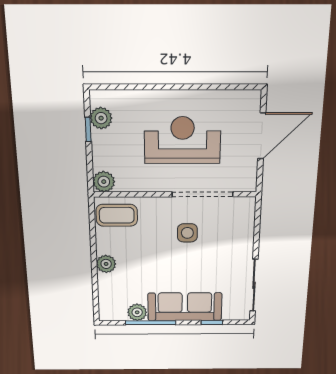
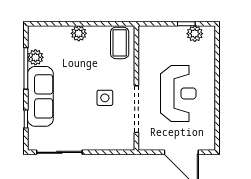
plant: (104, 182) -> (147, 34), removed

